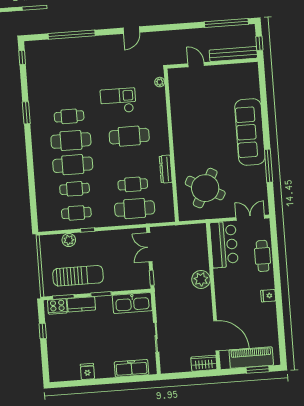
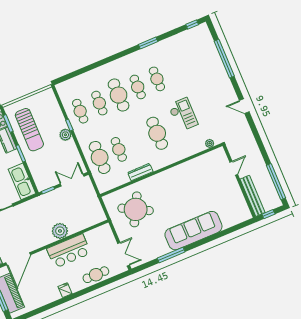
cafe table: (71, 141) -> (138, 87), width x0.73, depth x0.74
plant: (69, 240) -> (65, 135), moved
bar counter: (224, 245) -> (69, 251), moved

